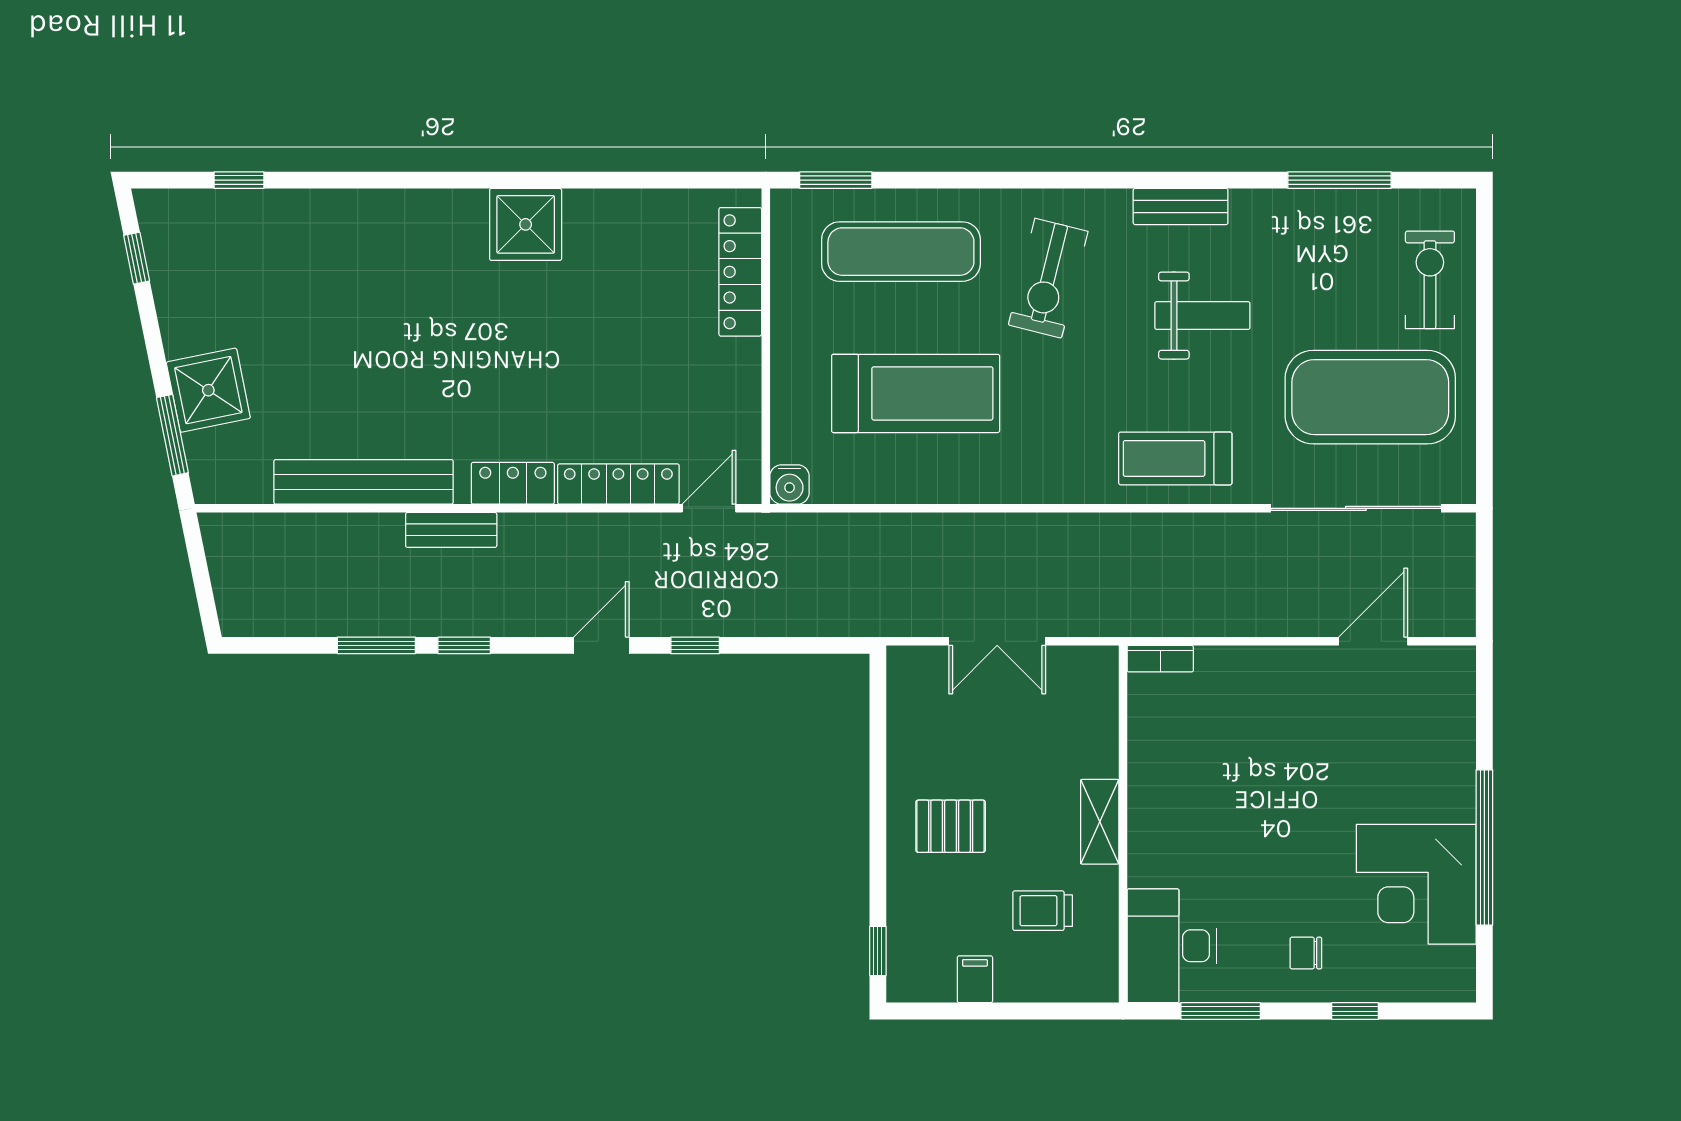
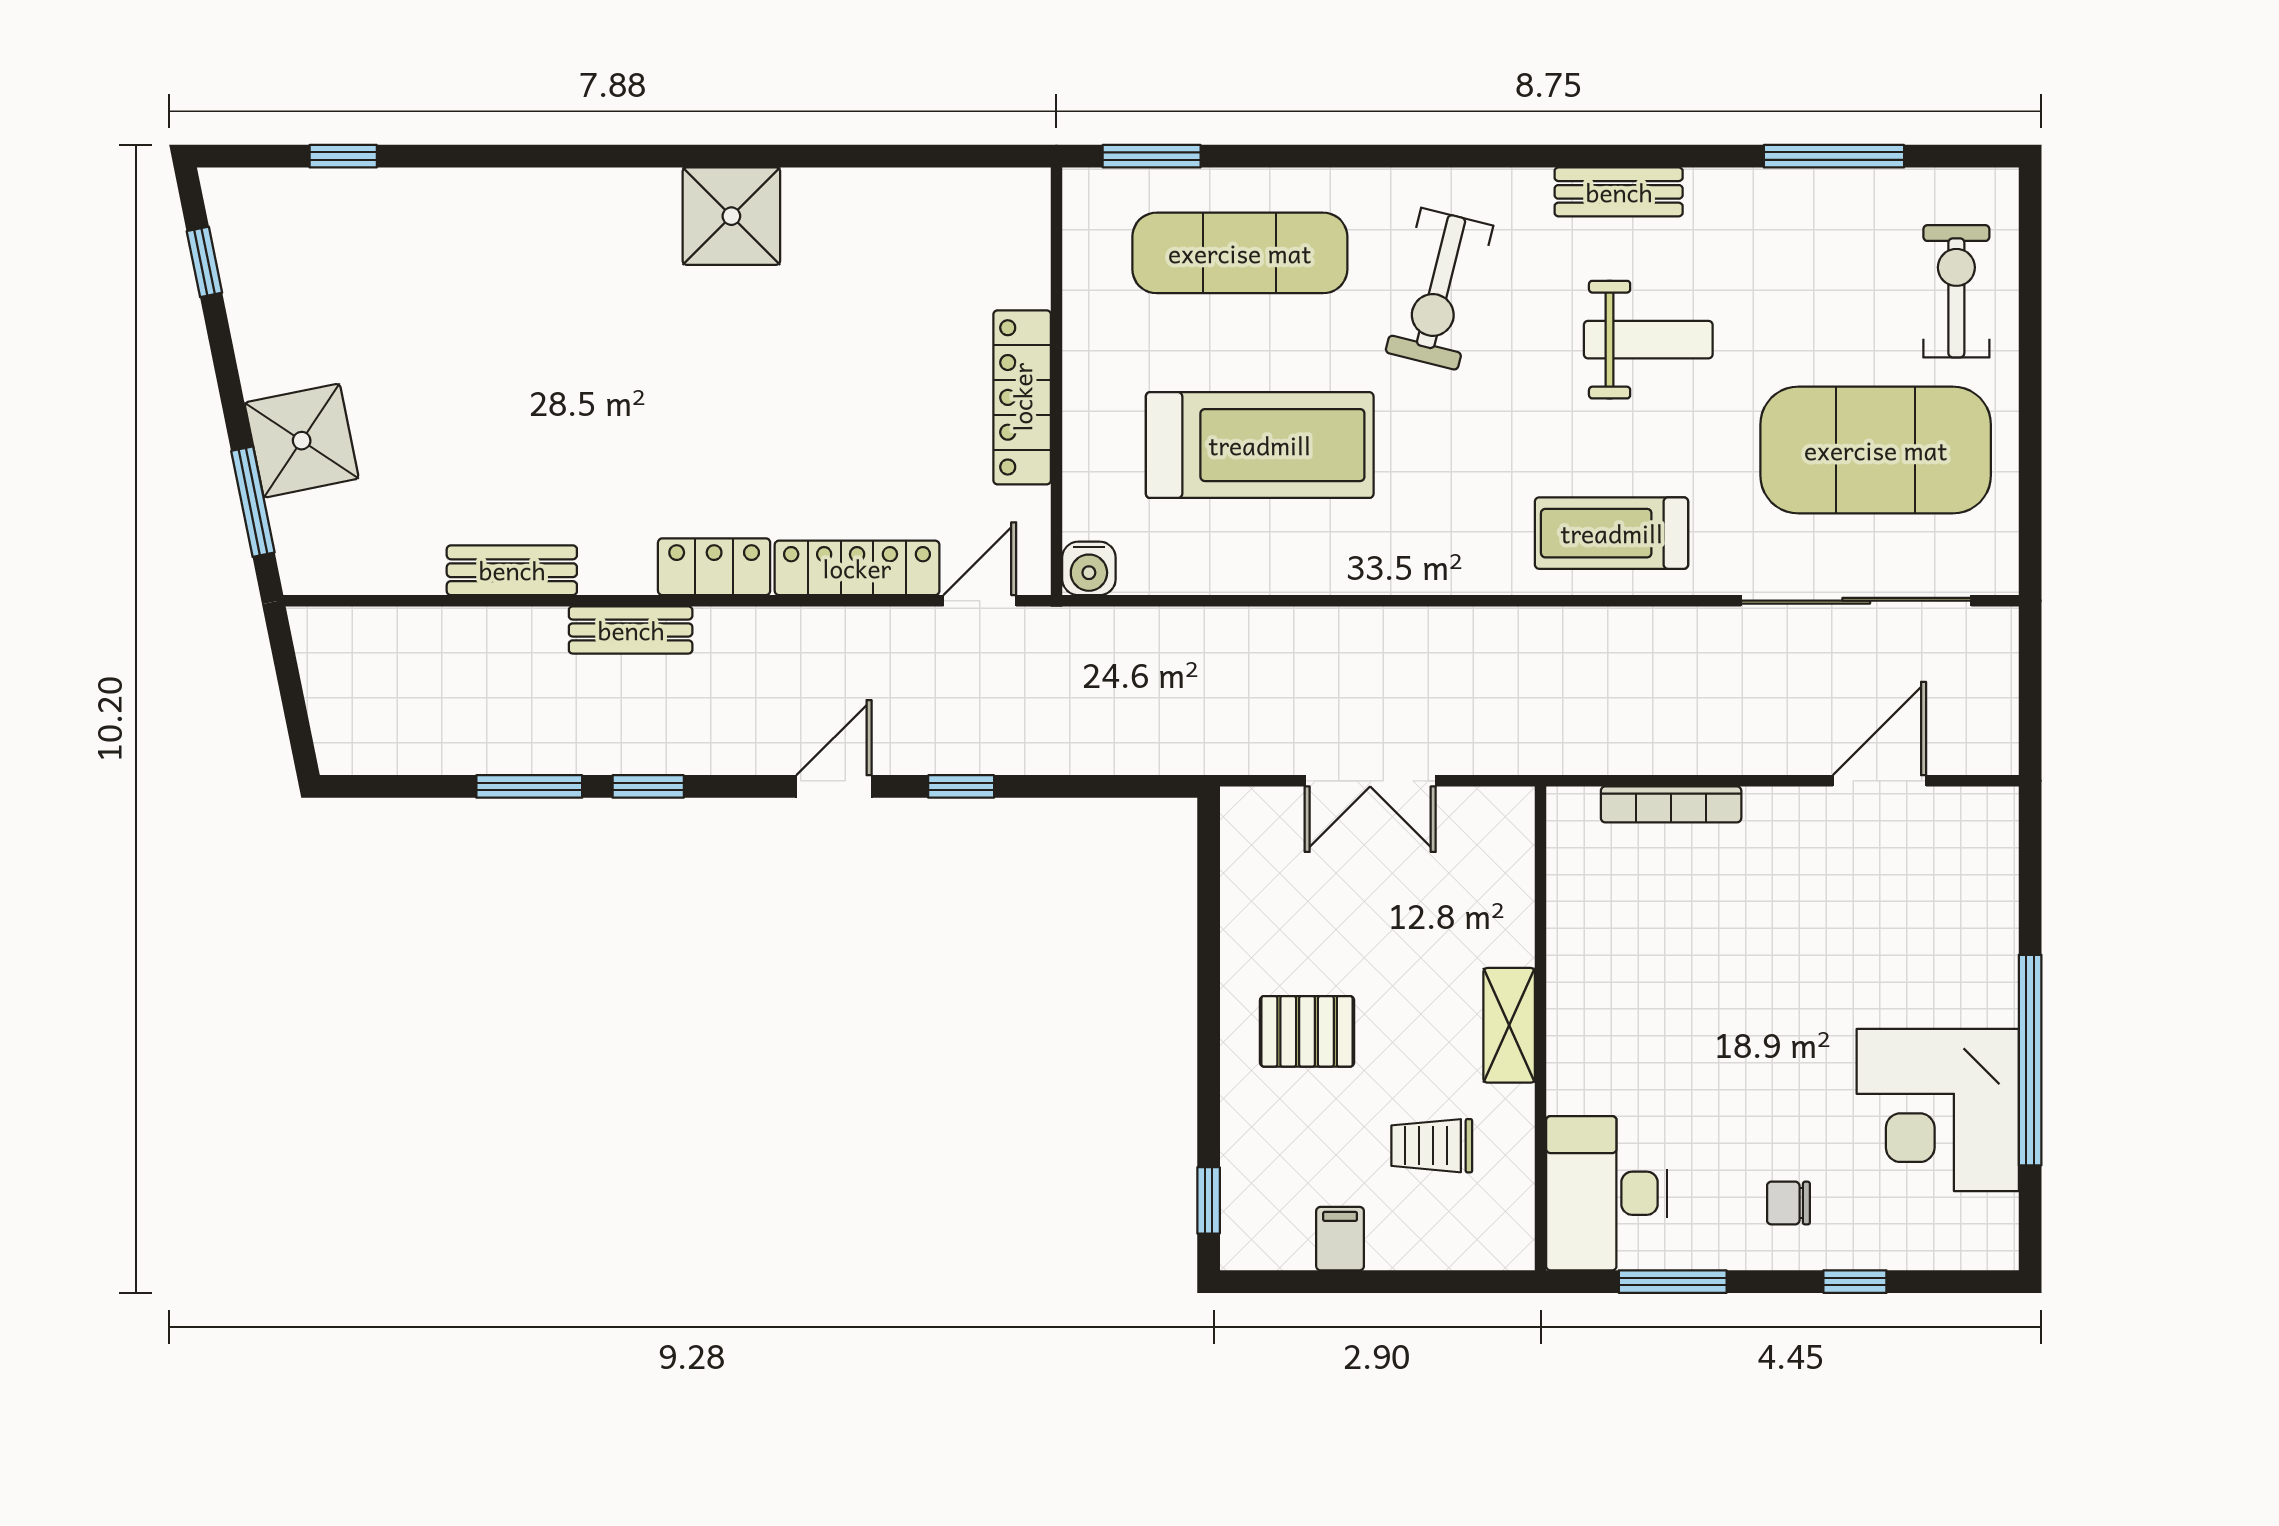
locker: (740, 272) -> (1022, 397), moved
bench: (364, 482) -> (512, 570), width x0.54, depth x0.82
bookcase: (1160, 659) -> (1671, 804), moved, width x1.56

